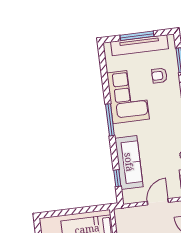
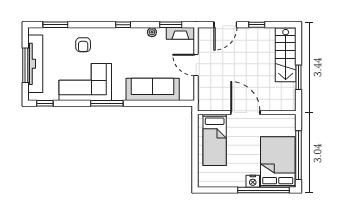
armchair: (159, 76) -> (83, 45), moved
window: (117, 178) -> (45, 103), moved

